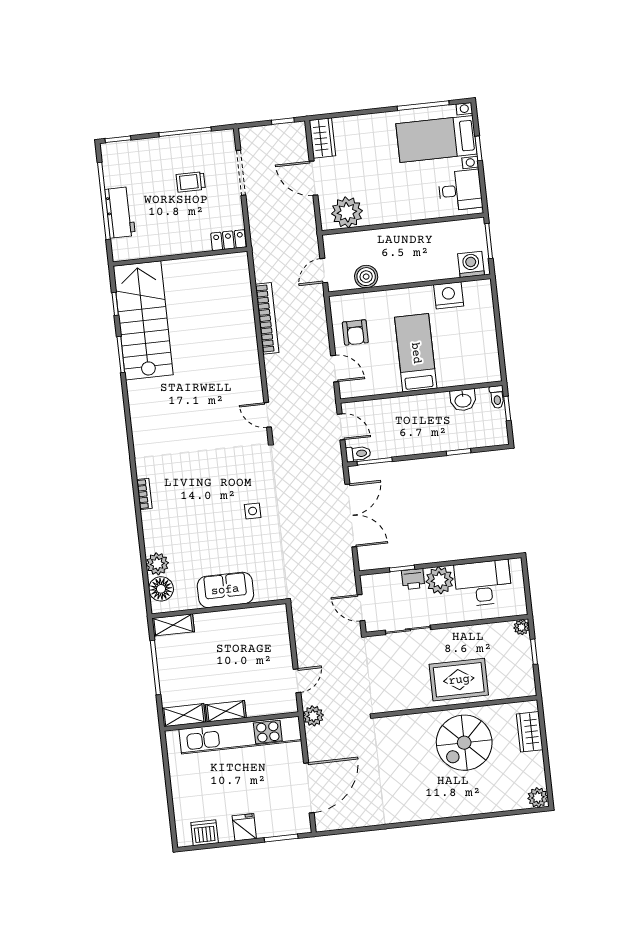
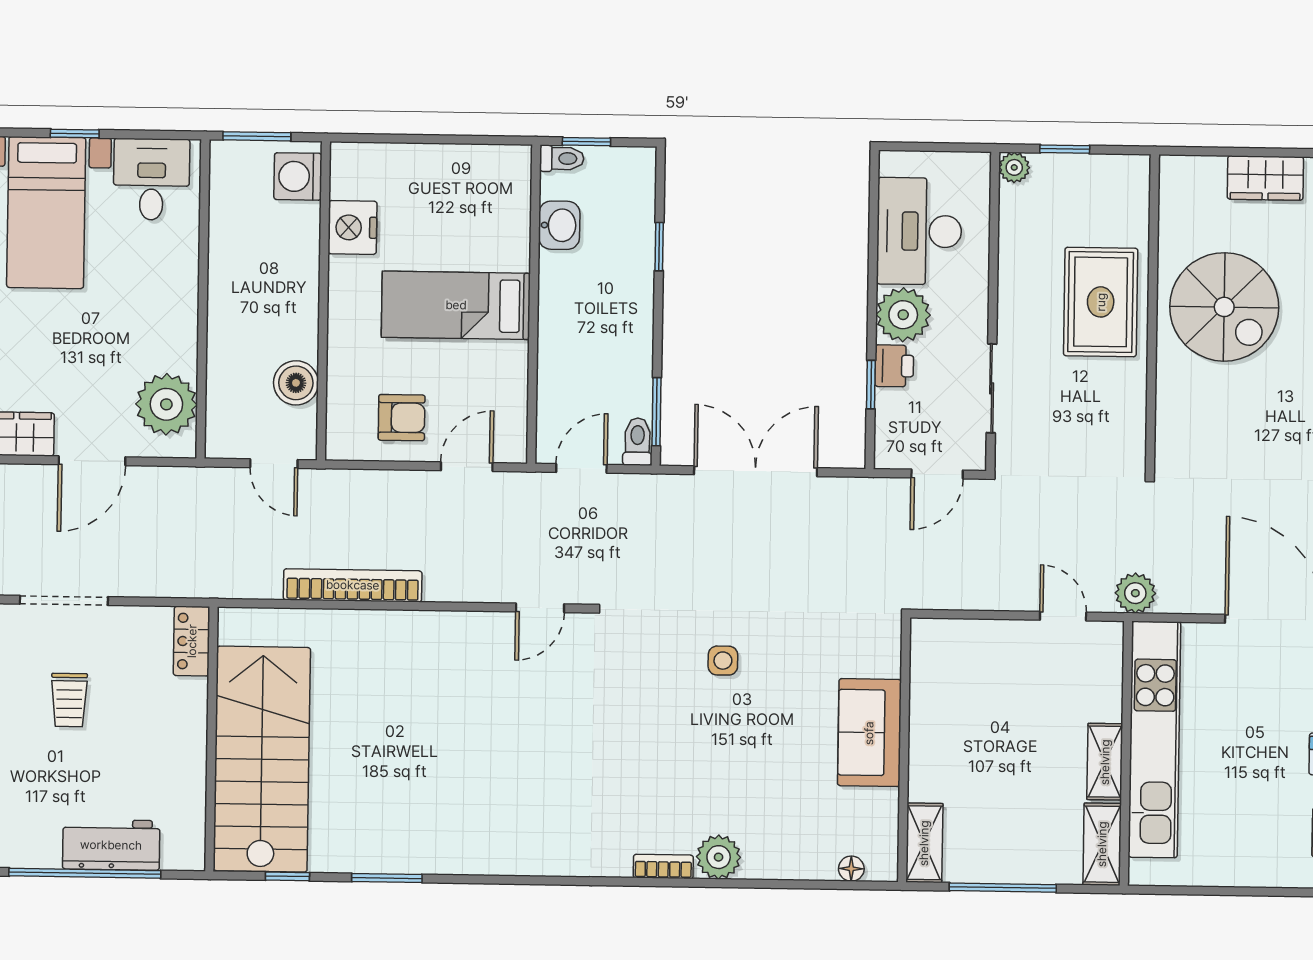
stairs: (143, 320) -> (262, 759), moved, turned 90
plant: (157, 564) -> (719, 857), moved
floor lamp: (161, 589) -> (851, 869), width x0.53, depth x0.53
wardrobe: (530, 732) -> (1265, 178), moved

